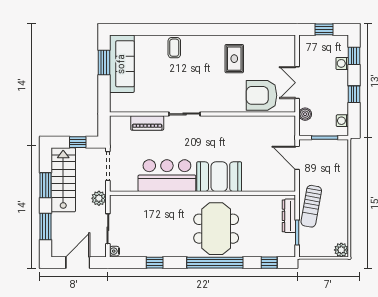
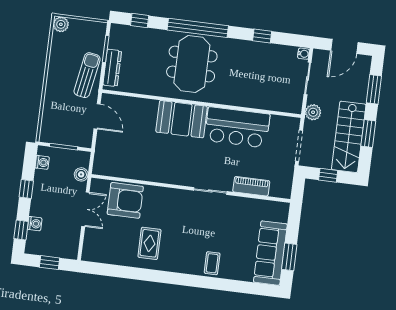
door: (297, 158) -> (97, 116), moved

